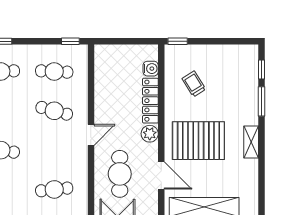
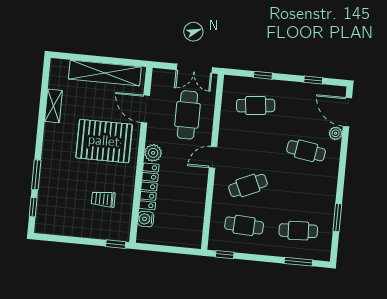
trolley: (194, 84) -> (103, 199), turned 122
cafe table: (54, 111) -> (248, 185), turned -39
shelving: (251, 142) -> (53, 106), moved

